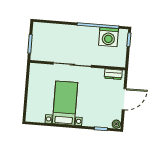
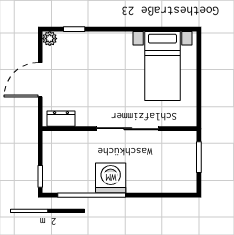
washing machine: (108, 37) -> (111, 178), moved
bed with nightstands: (65, 103) -> (162, 66), moved

